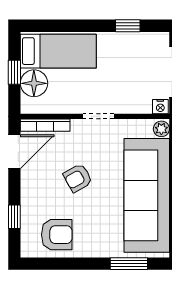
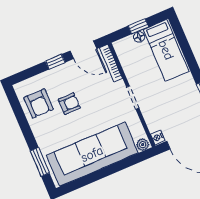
floor lamp: (34, 83) -> (139, 37), width x0.53, depth x0.53
armchair: (78, 178) -> (69, 104), moved, turned 119
window: (14, 217) -> (55, 62), moved

